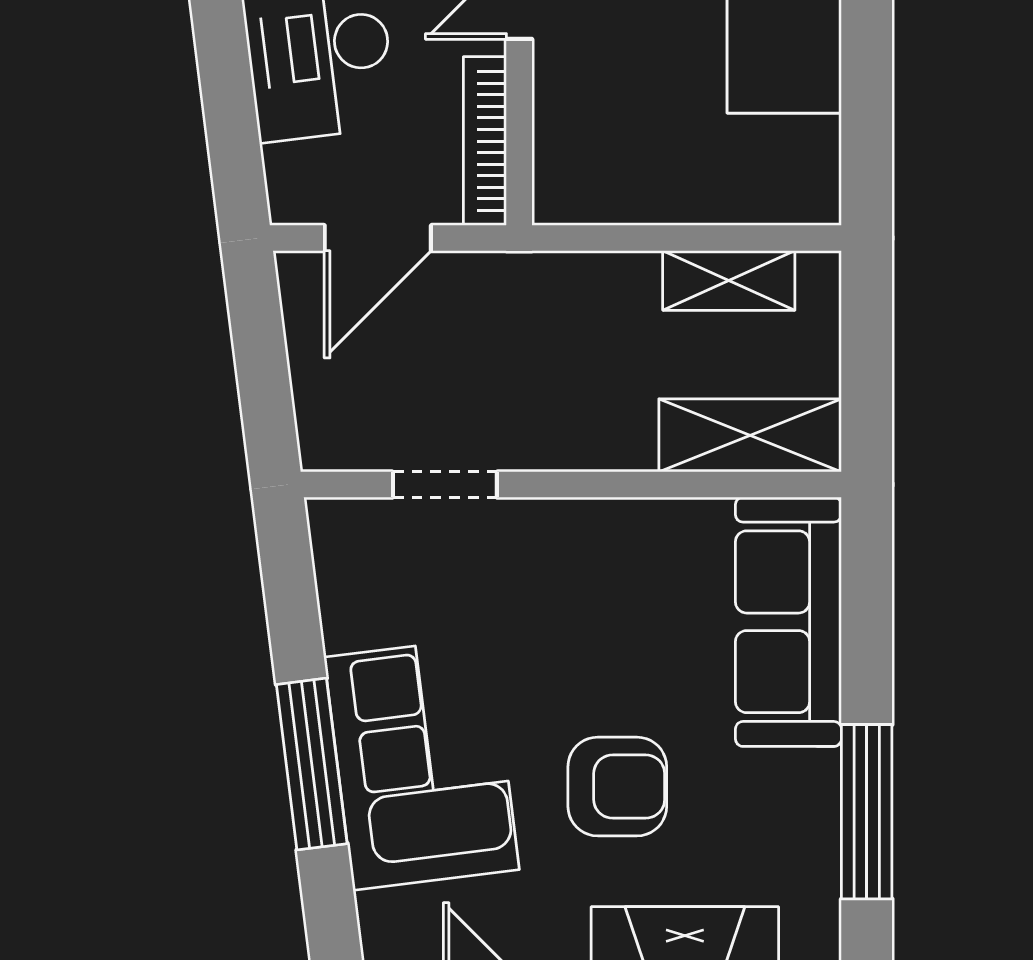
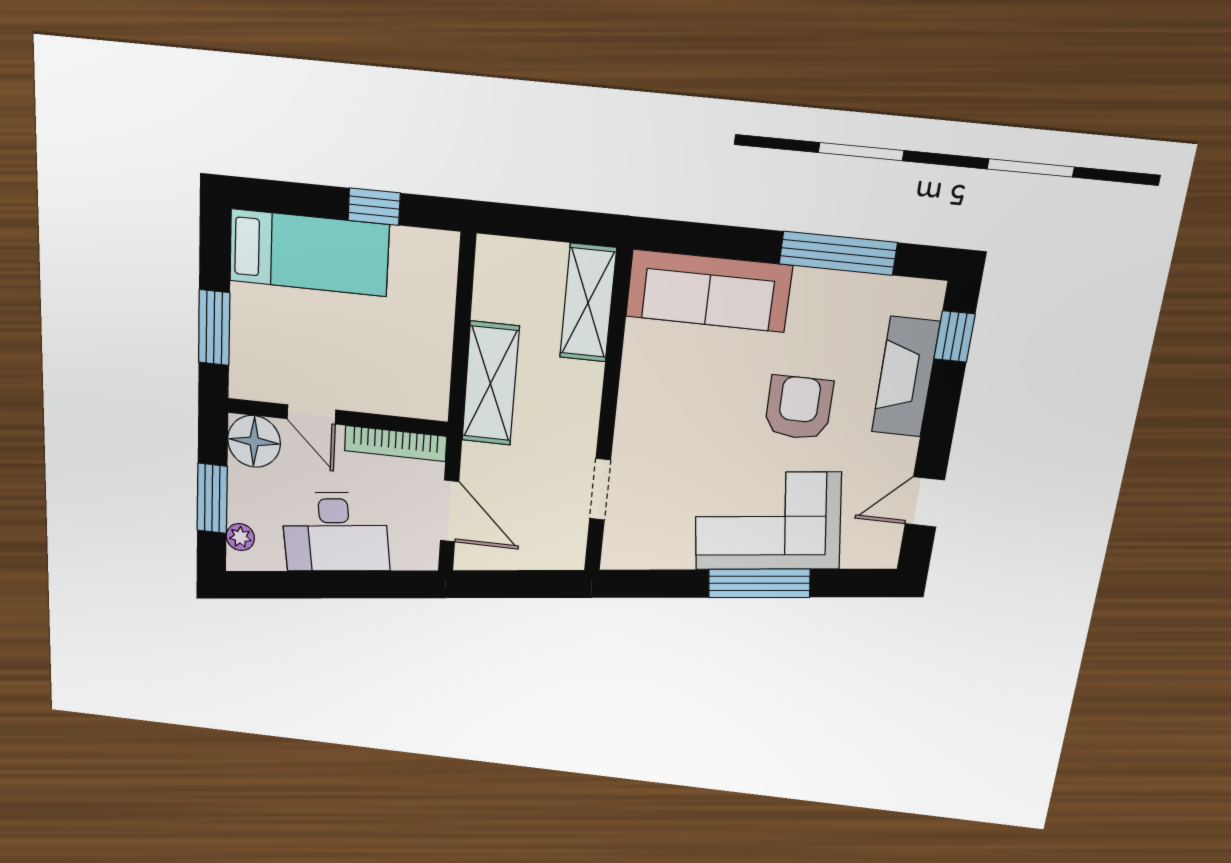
window: (867, 87) -> (374, 207), added
shelving: (729, 281) -> (490, 384), moved, width x1.50, depth x1.33

